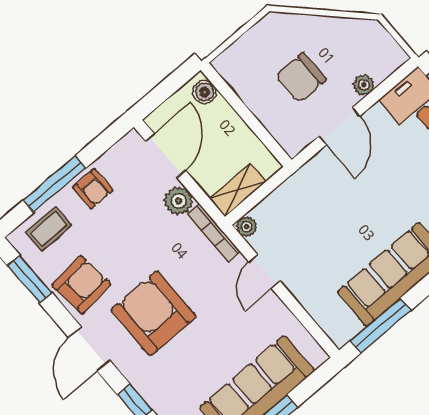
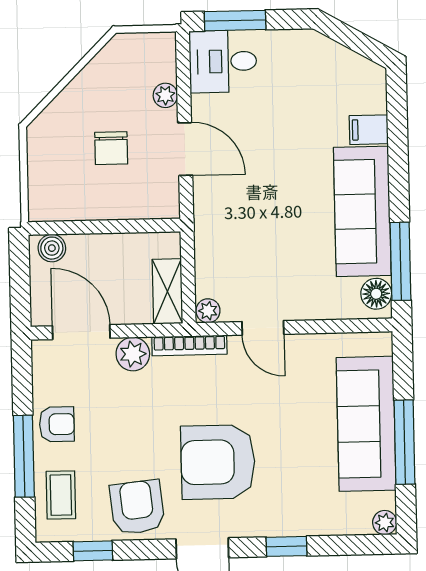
chair: (301, 78) -> (111, 148), width x0.73, depth x0.73
window: (30, 279) -> (93, 551), width x0.67
floor lamp: (347, 327) -> (376, 294), added

